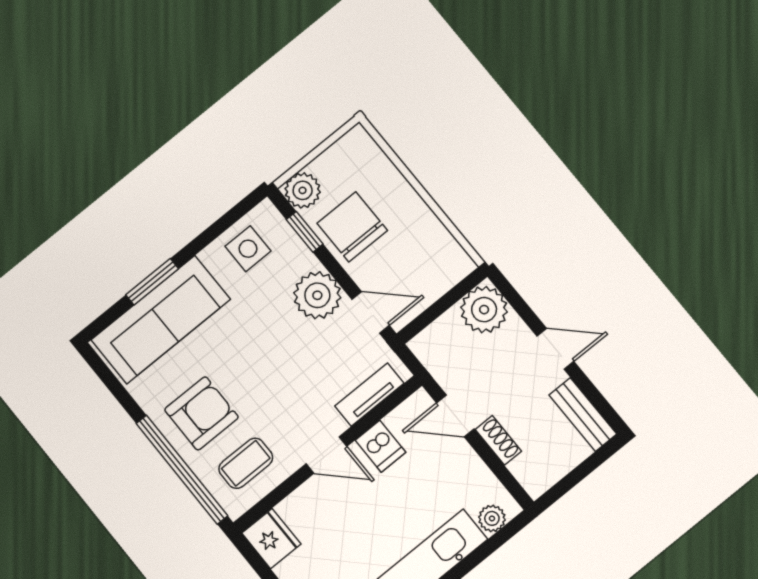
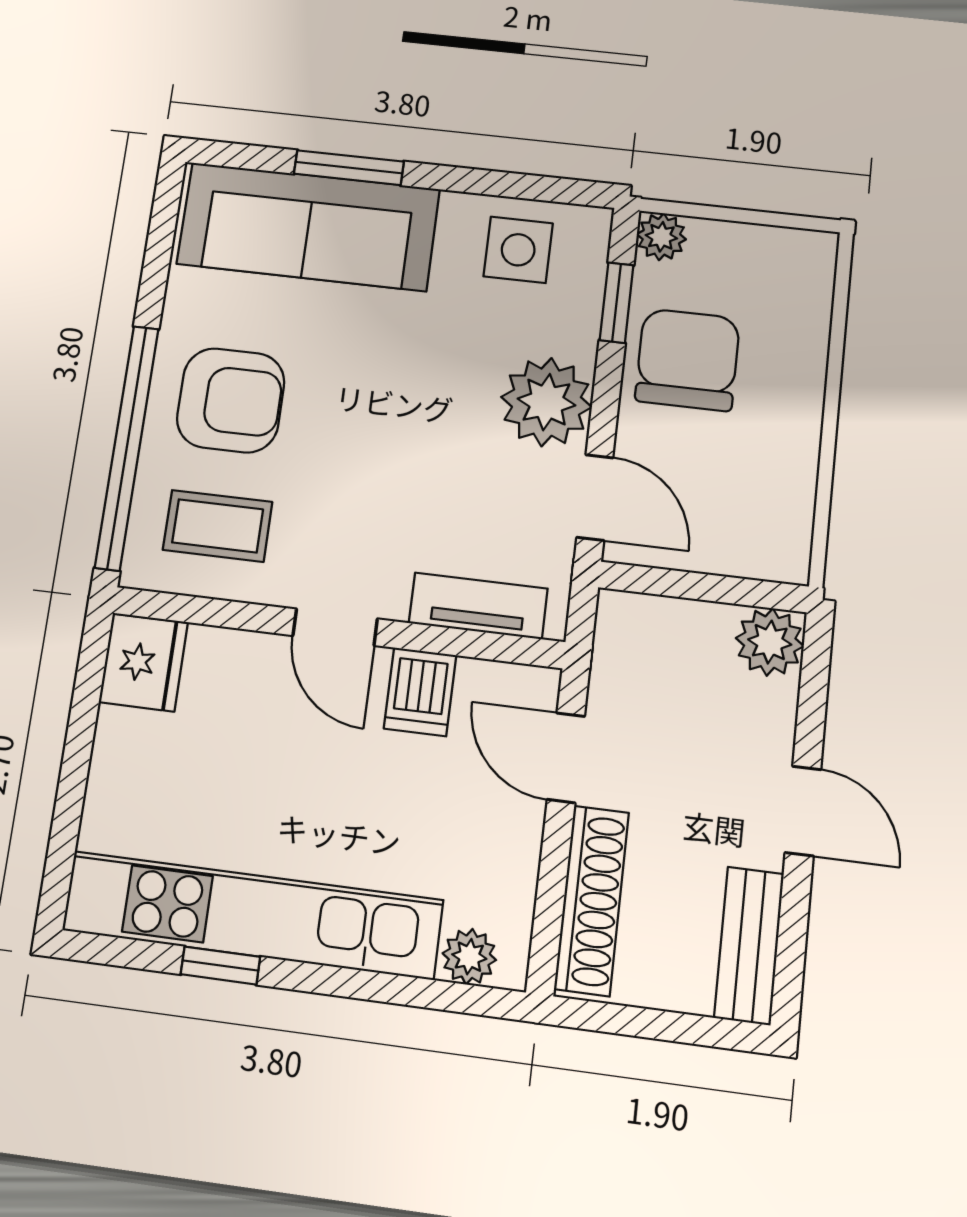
plant: (303, 190) -> (661, 237), width x0.73, depth x0.73
plant: (484, 310) -> (770, 642), width x0.73, depth x0.73
shoe rack: (498, 440) -> (592, 900), width x1.94, depth x1.24

